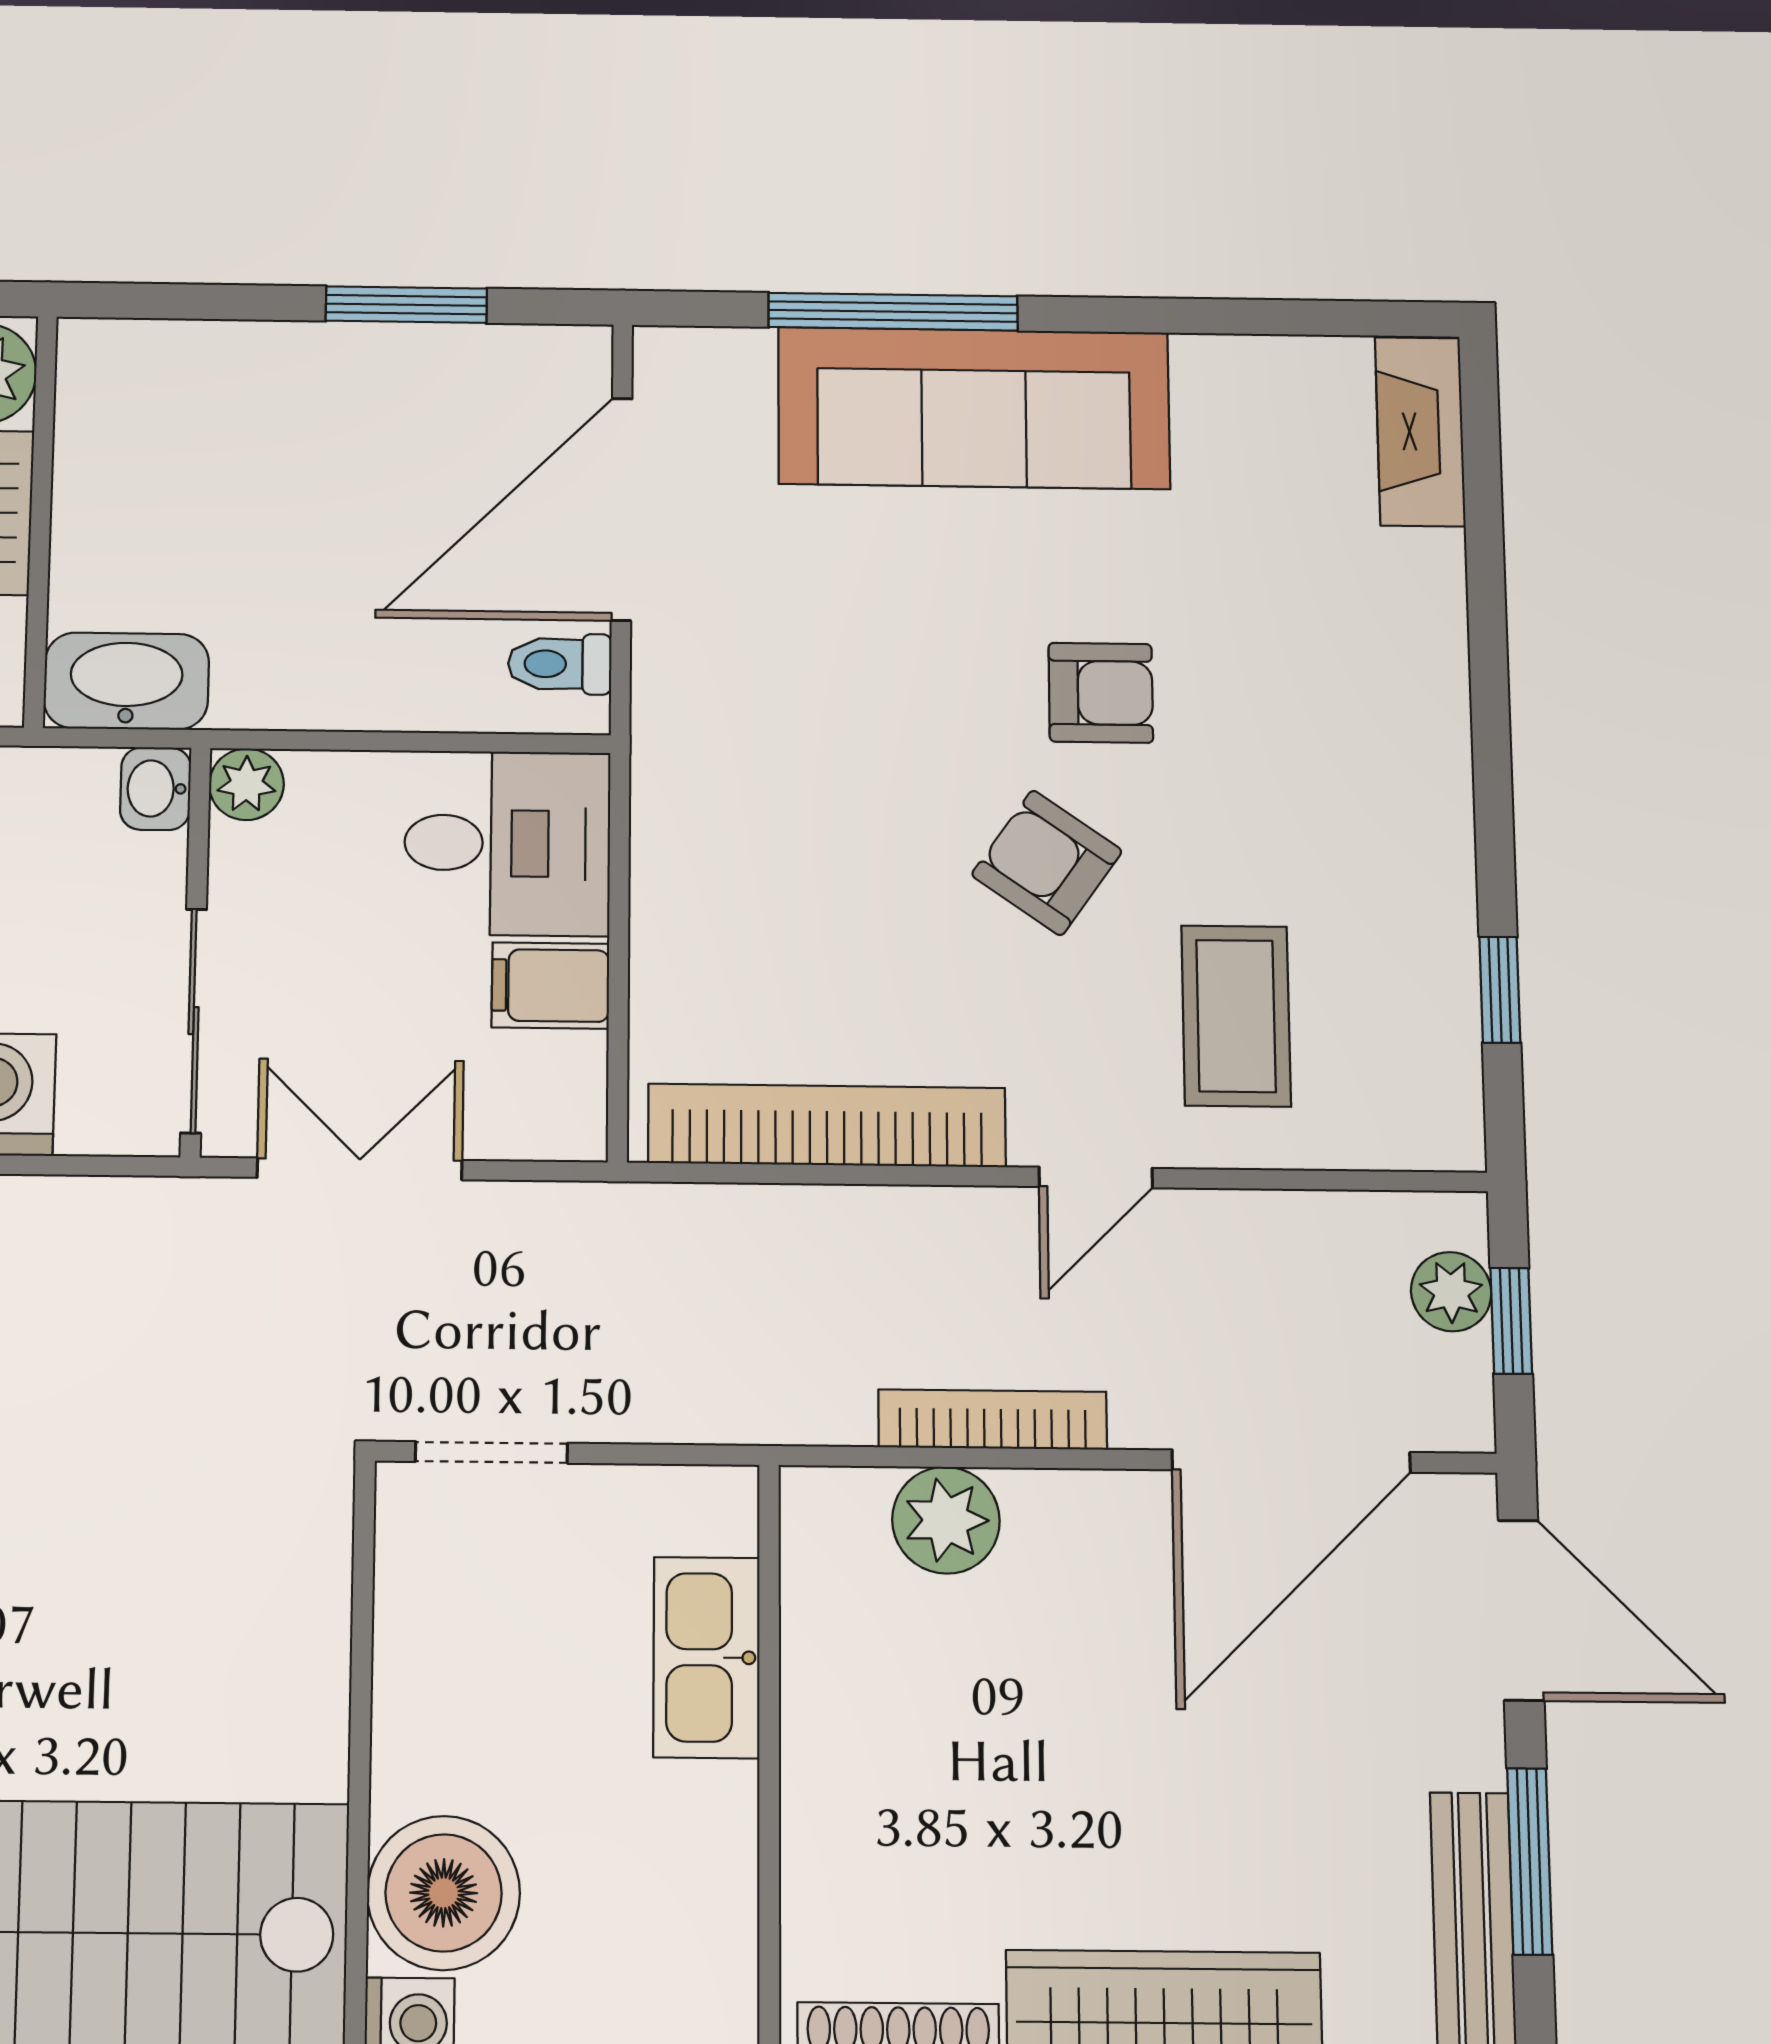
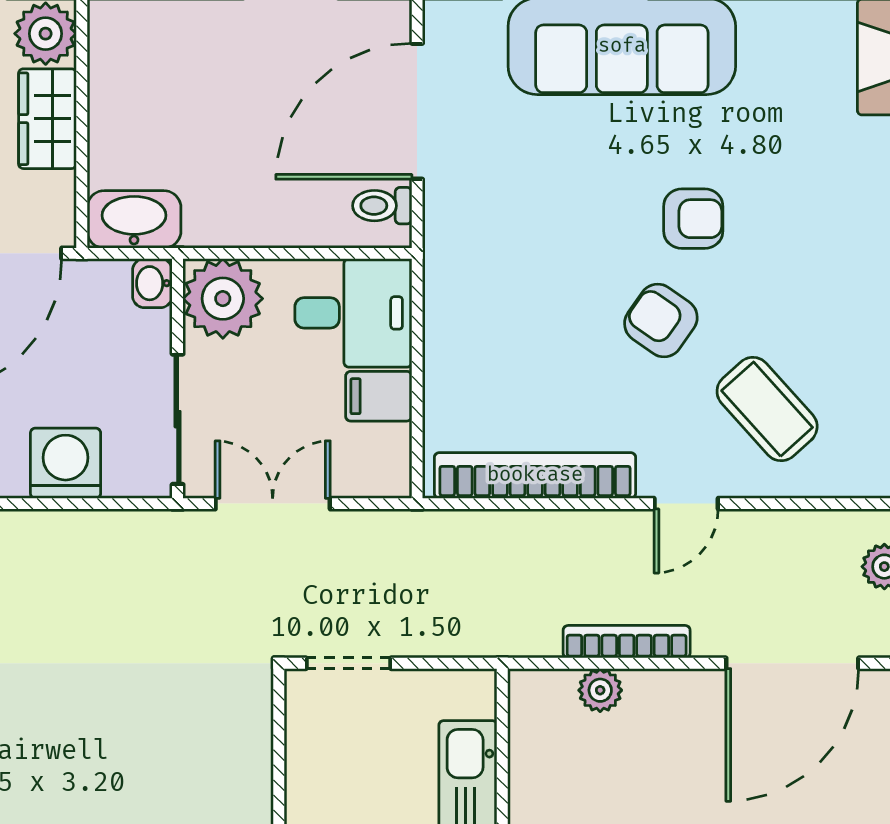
plant: (246, 784) -> (223, 299), width x1.88, depth x1.88
coffee table: (1236, 1016) -> (767, 409), turned -42
plant: (946, 1520) -> (600, 690), width x0.73, depth x0.73

